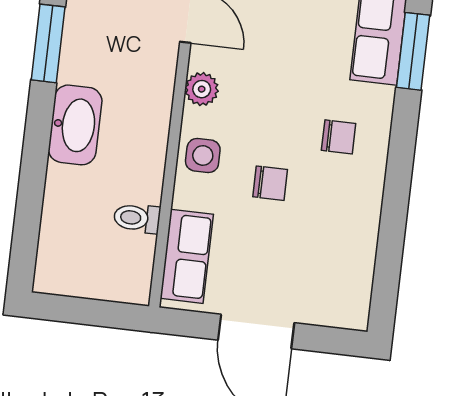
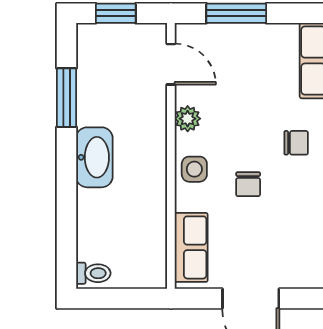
chair: (270, 183) -> (248, 184), turned 90
toilet: (137, 218) -> (93, 273), moved, turned 180

